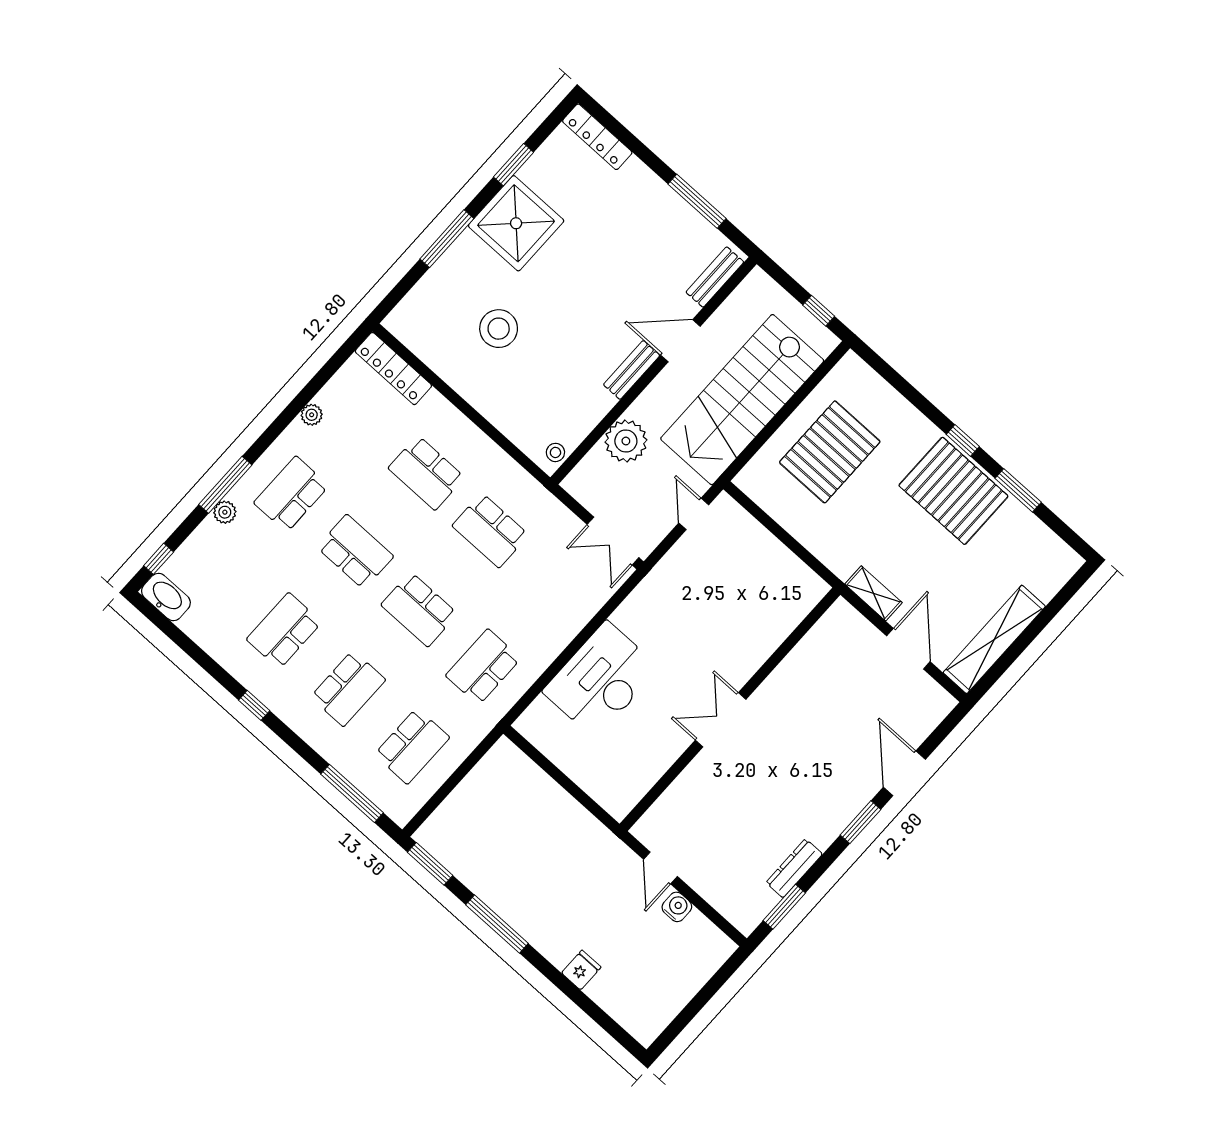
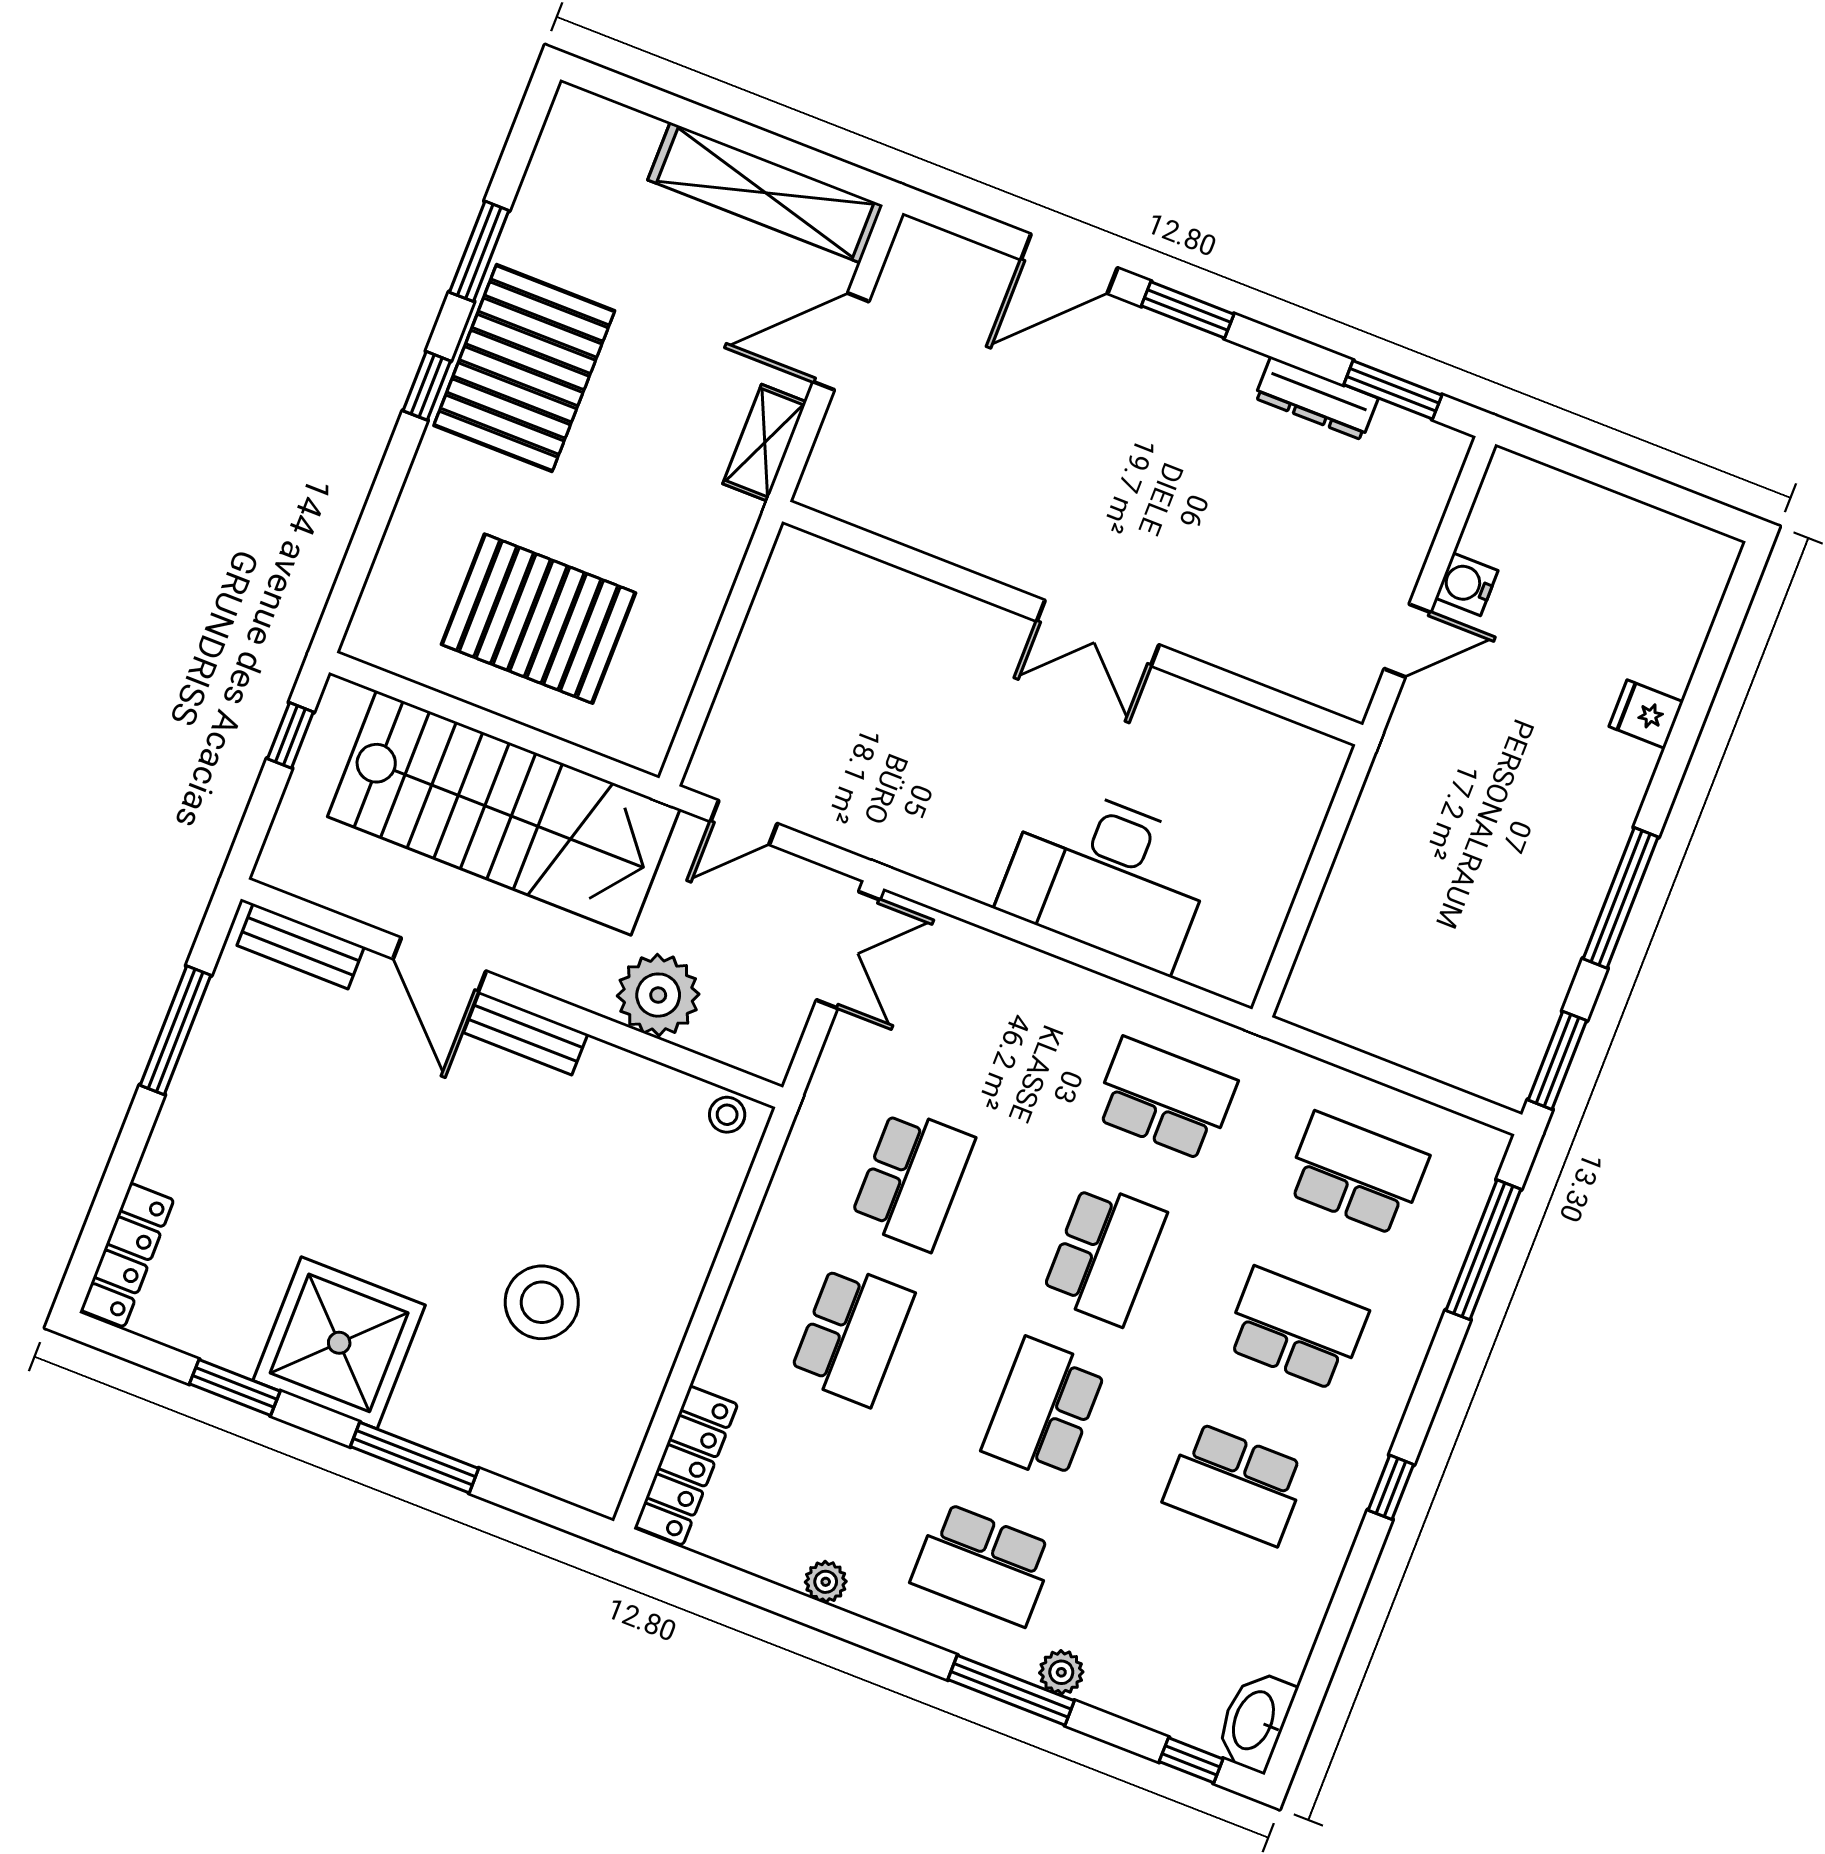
school desk: (483, 667) -> (1165, 1099), turned 180

